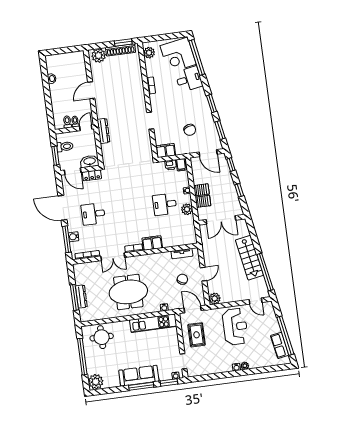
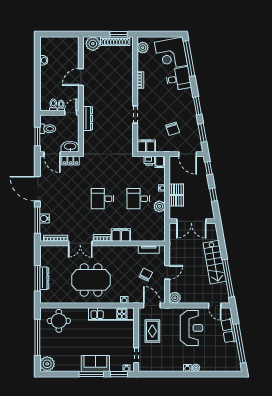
desk: (93, 214) -> (102, 199), moved
row of seats: (280, 345) -> (229, 331), moved
sofa: (139, 376) -> (95, 364), width x0.73

